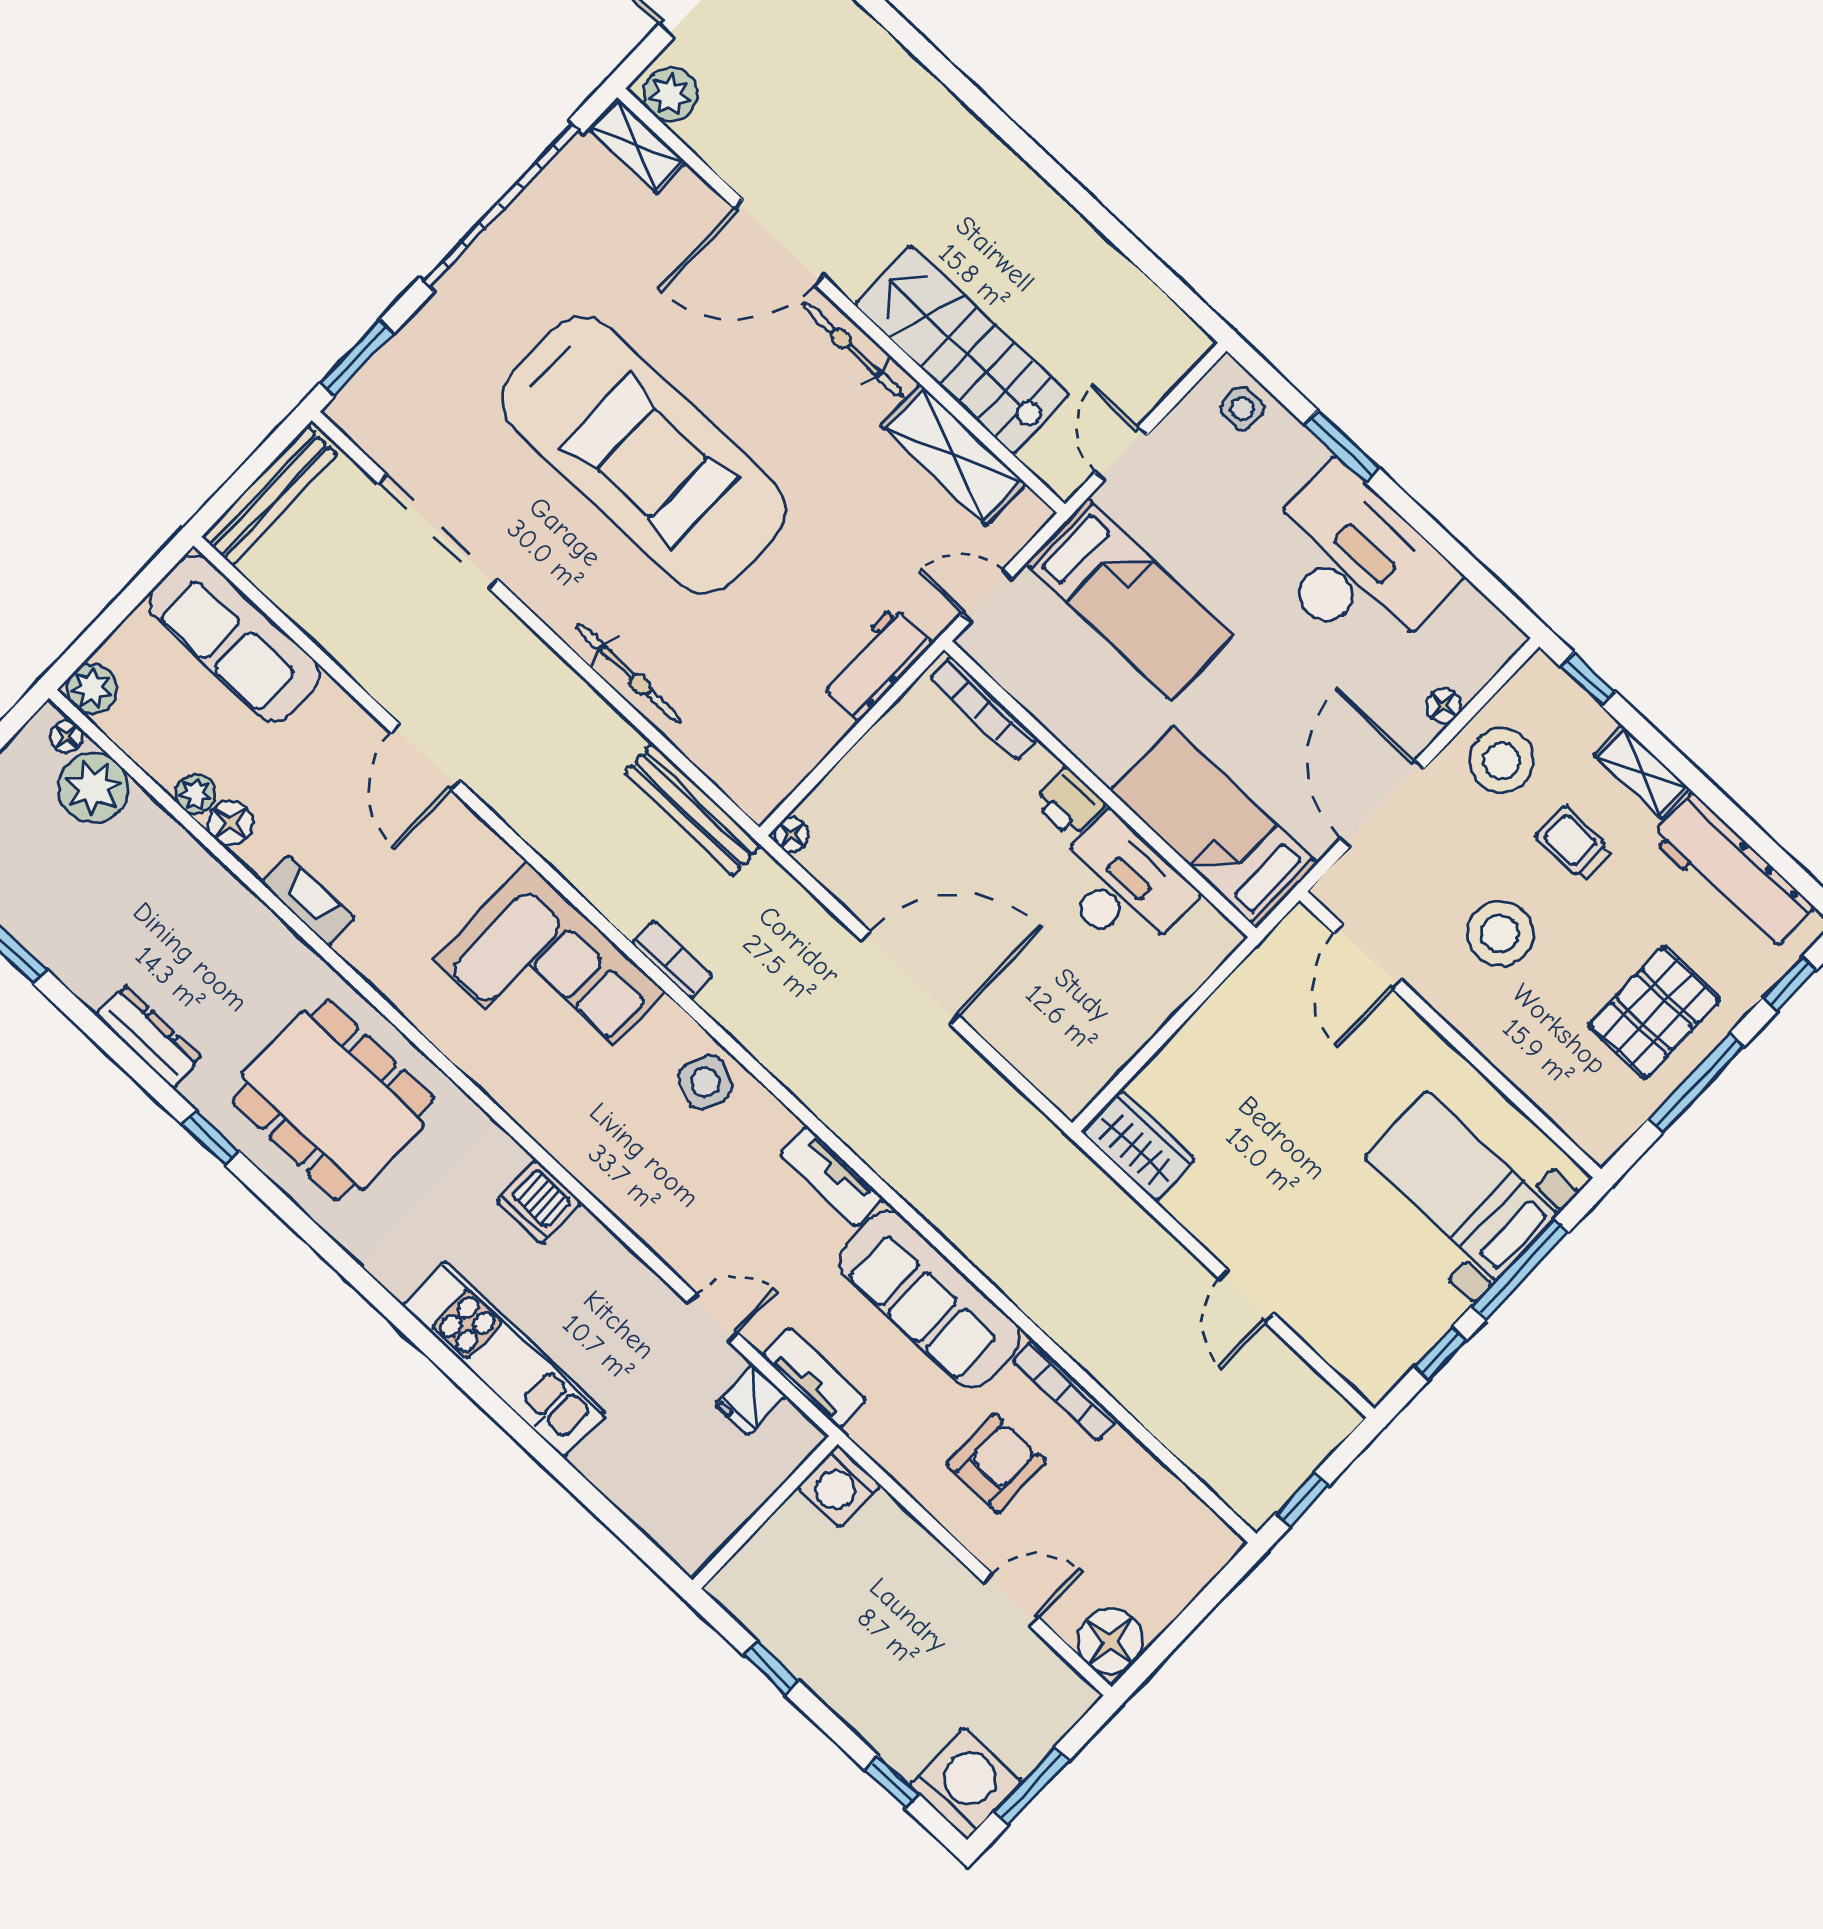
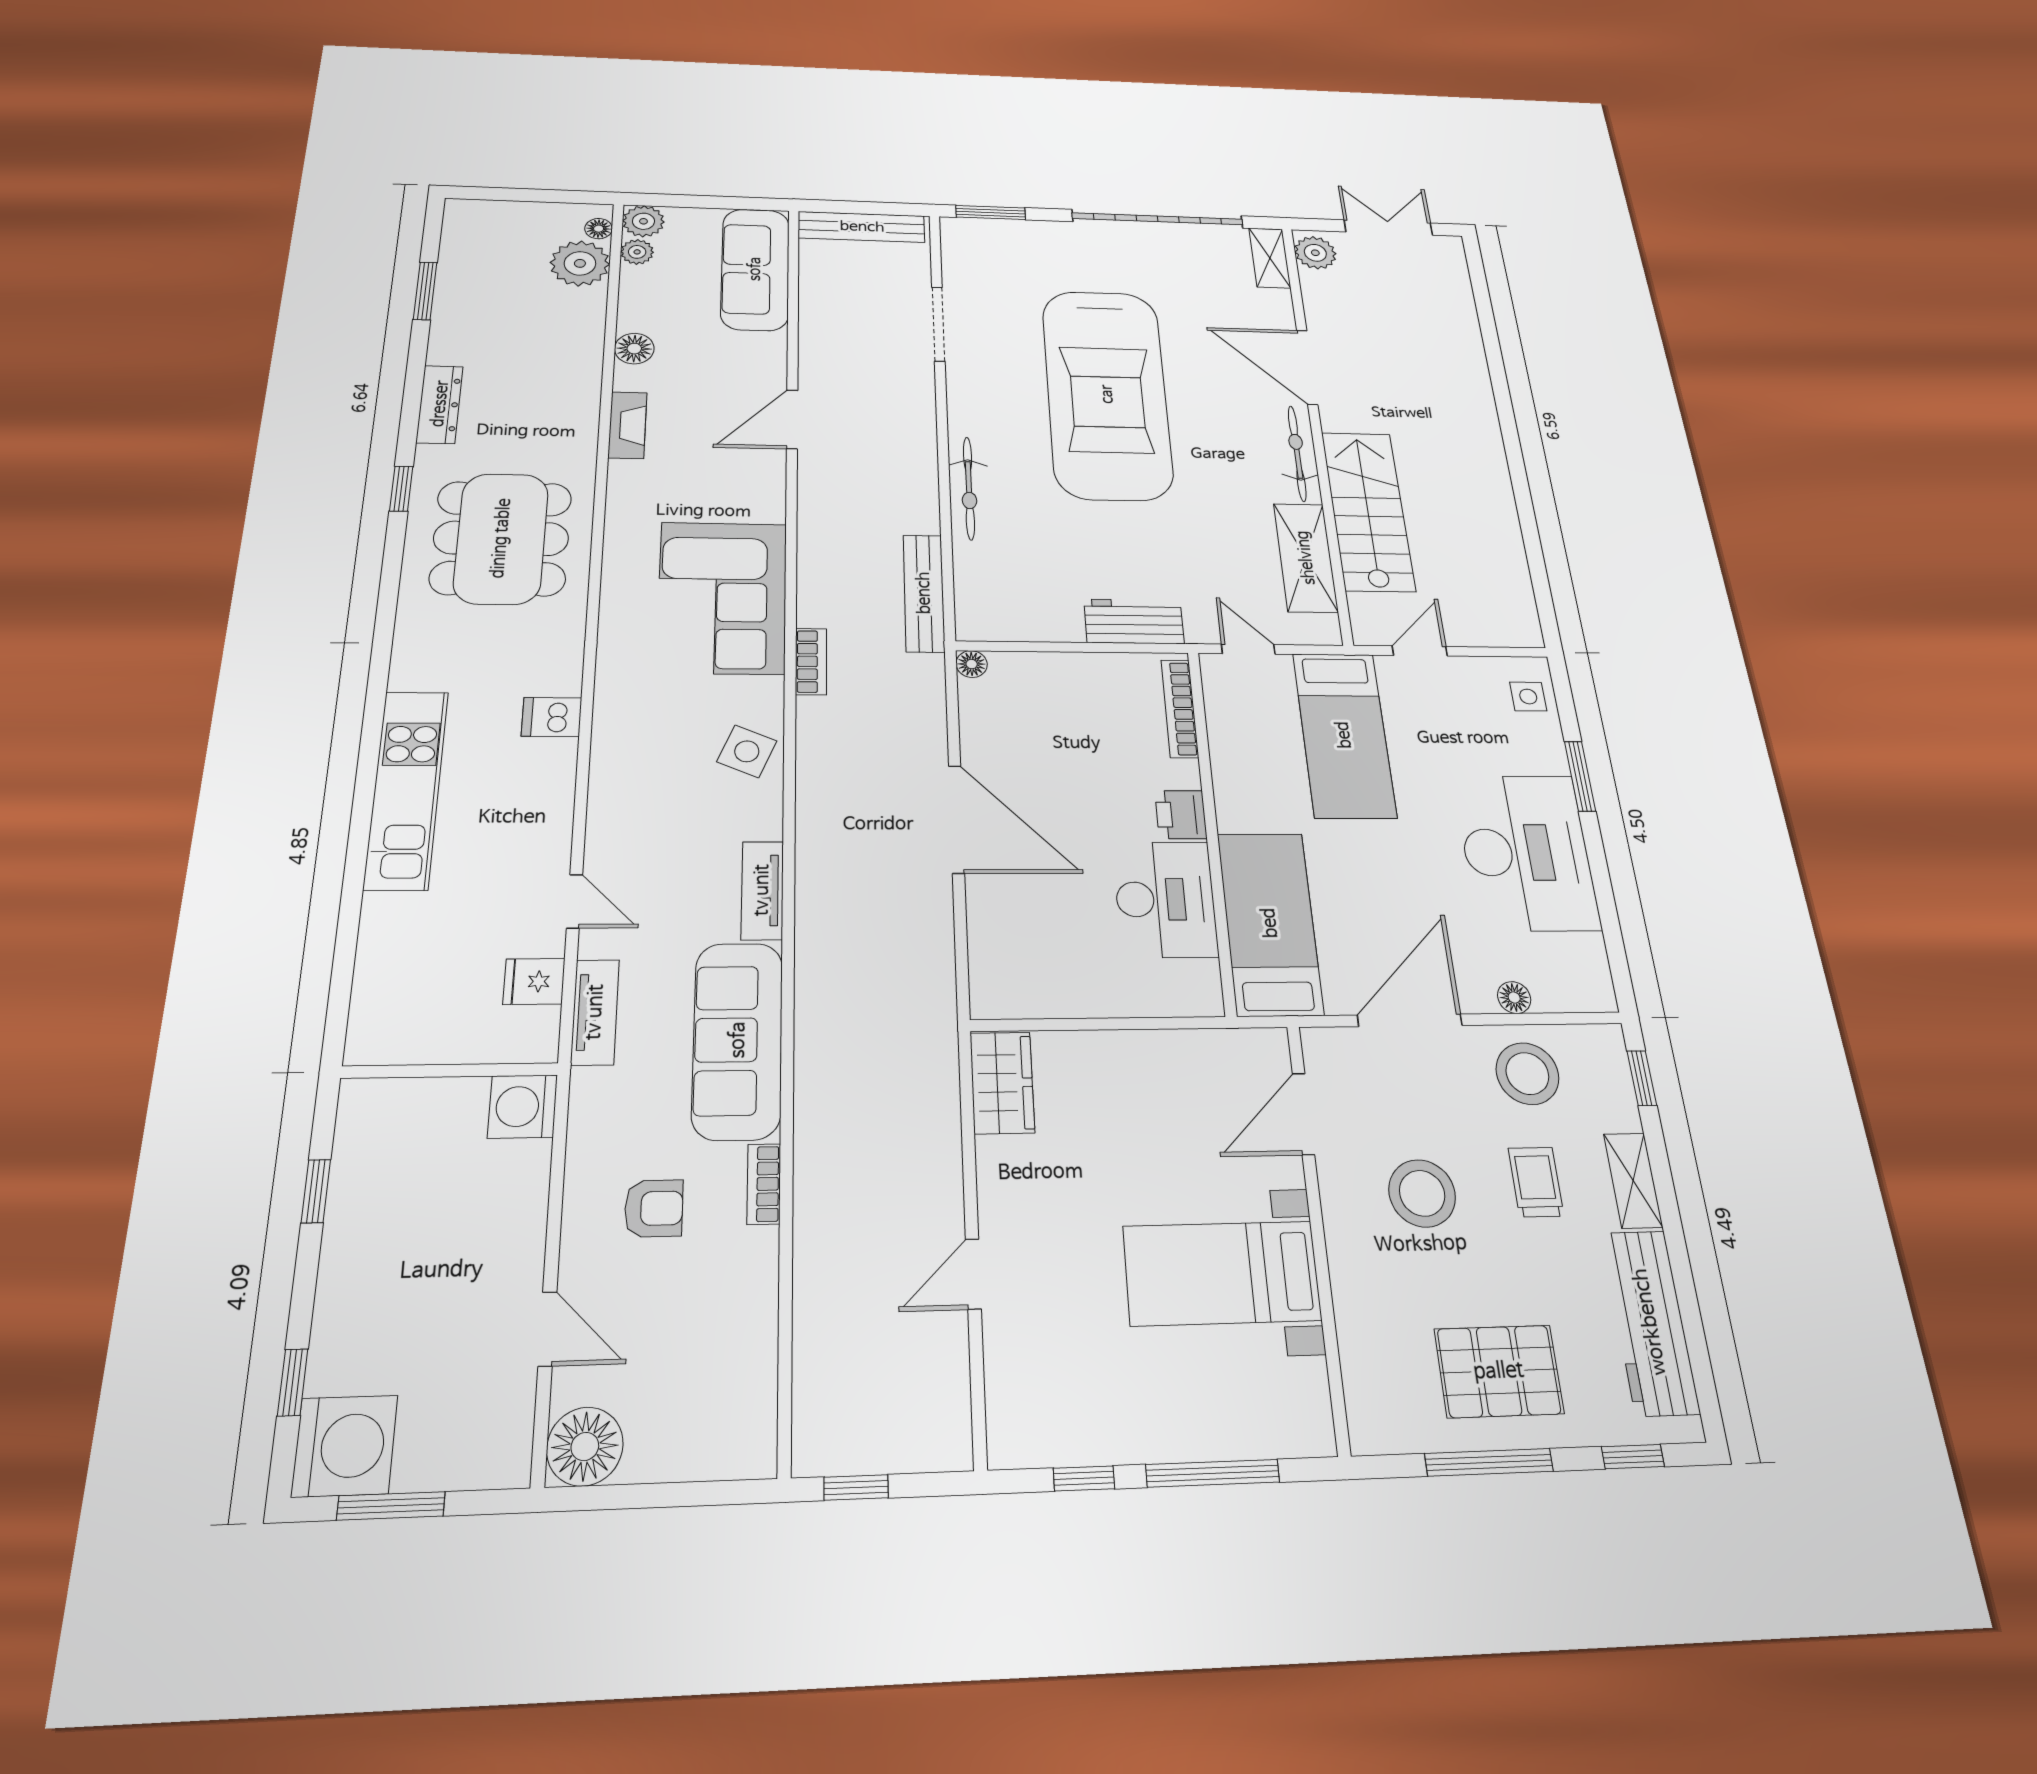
doorway: (438, 532) -> (938, 324), width x0.73
plant: (195, 794) -> (637, 252), moved
bed with nightstands: (1461, 1186) -> (1222, 1273), moved, turned -90
dishwasher: (539, 1202) -> (552, 717), width x0.73
bookcase: (1066, 1391) -> (764, 1184), width x0.64
armchair: (996, 1463) -> (654, 1208), width x0.72, depth x0.72

